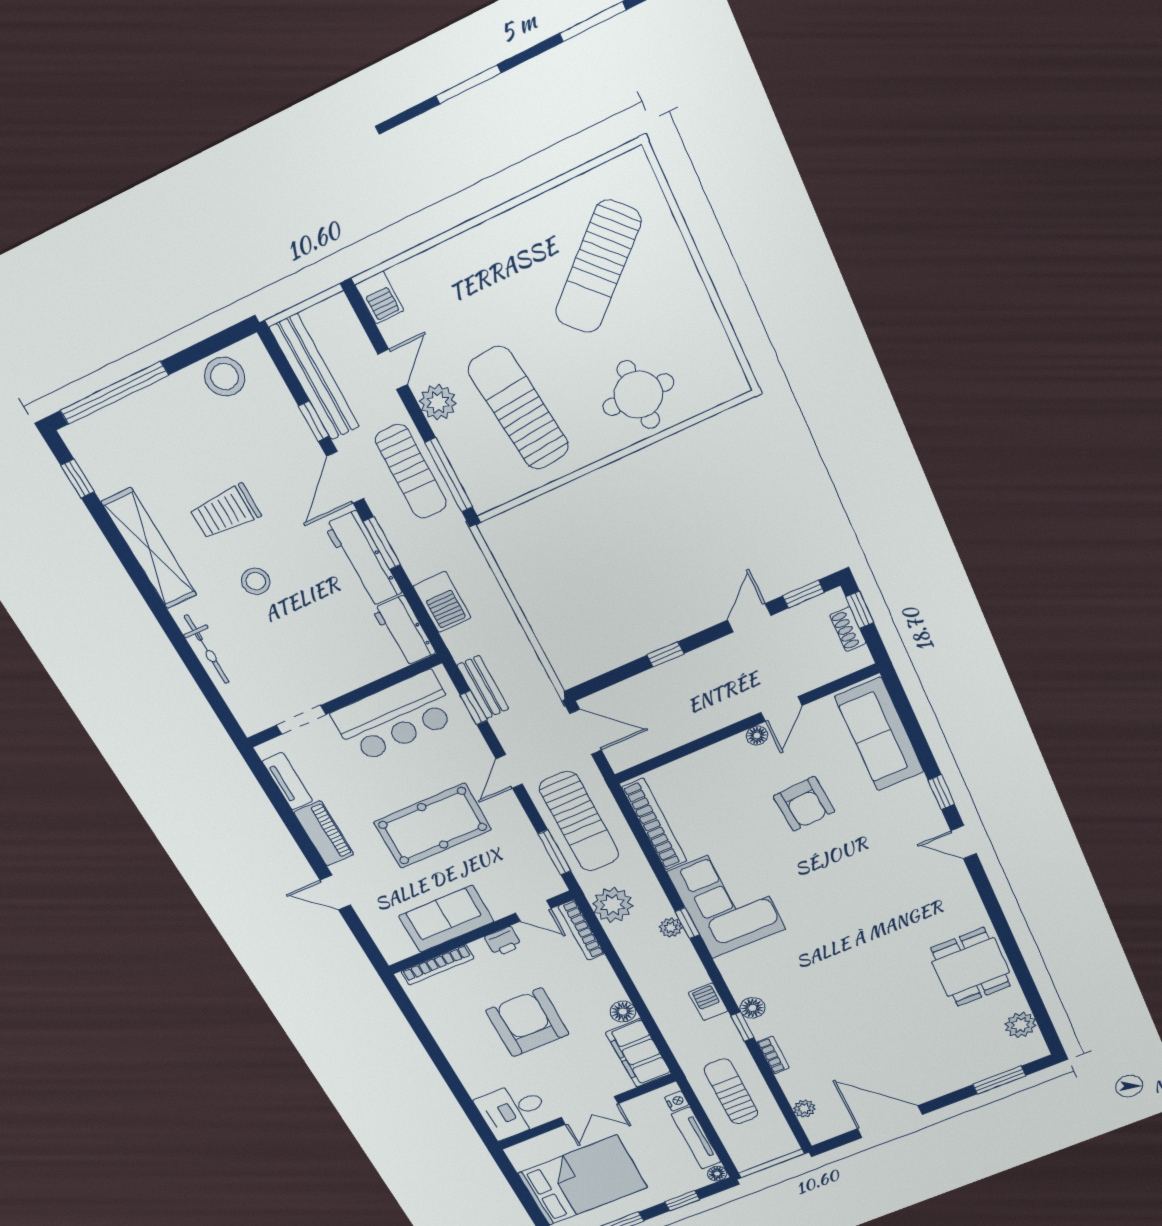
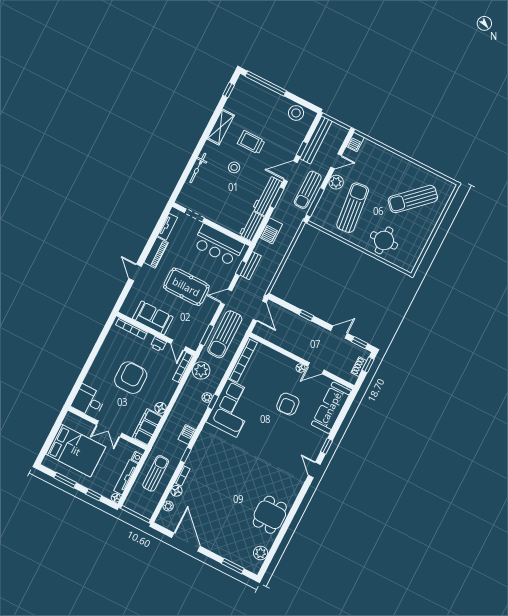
shelving: (149, 549) -> (221, 127), width x0.68
floor lamp: (752, 1008) -> (176, 491), moved

